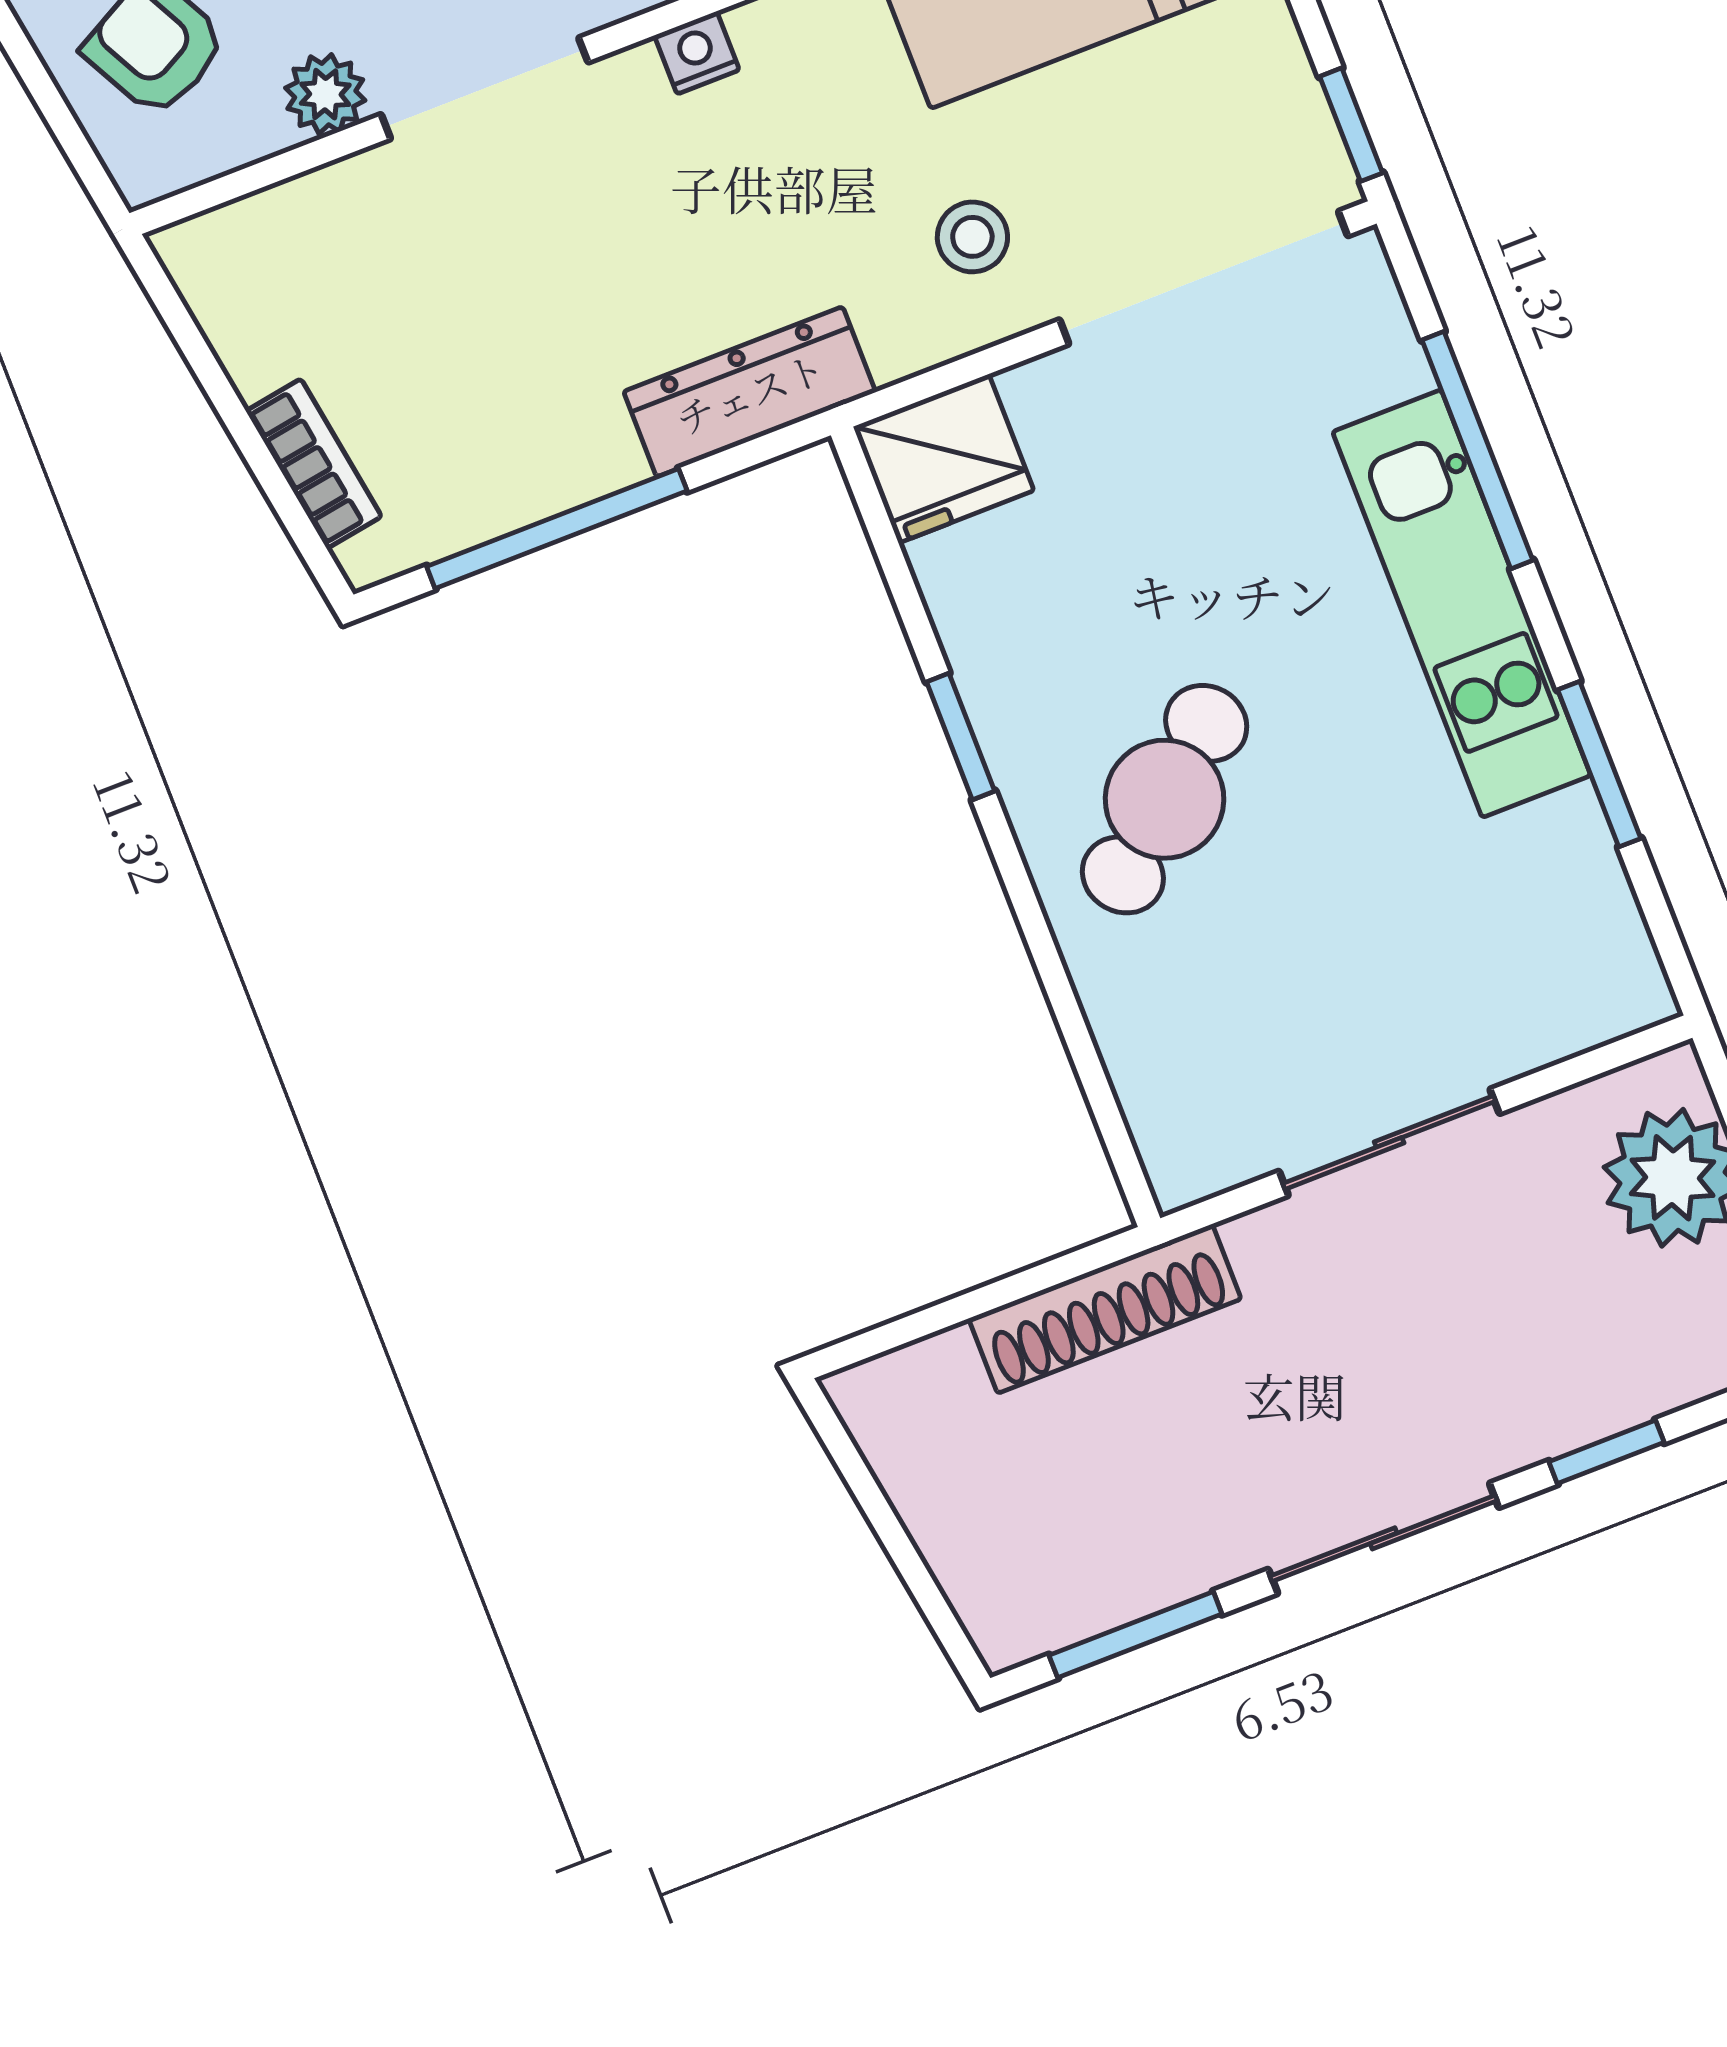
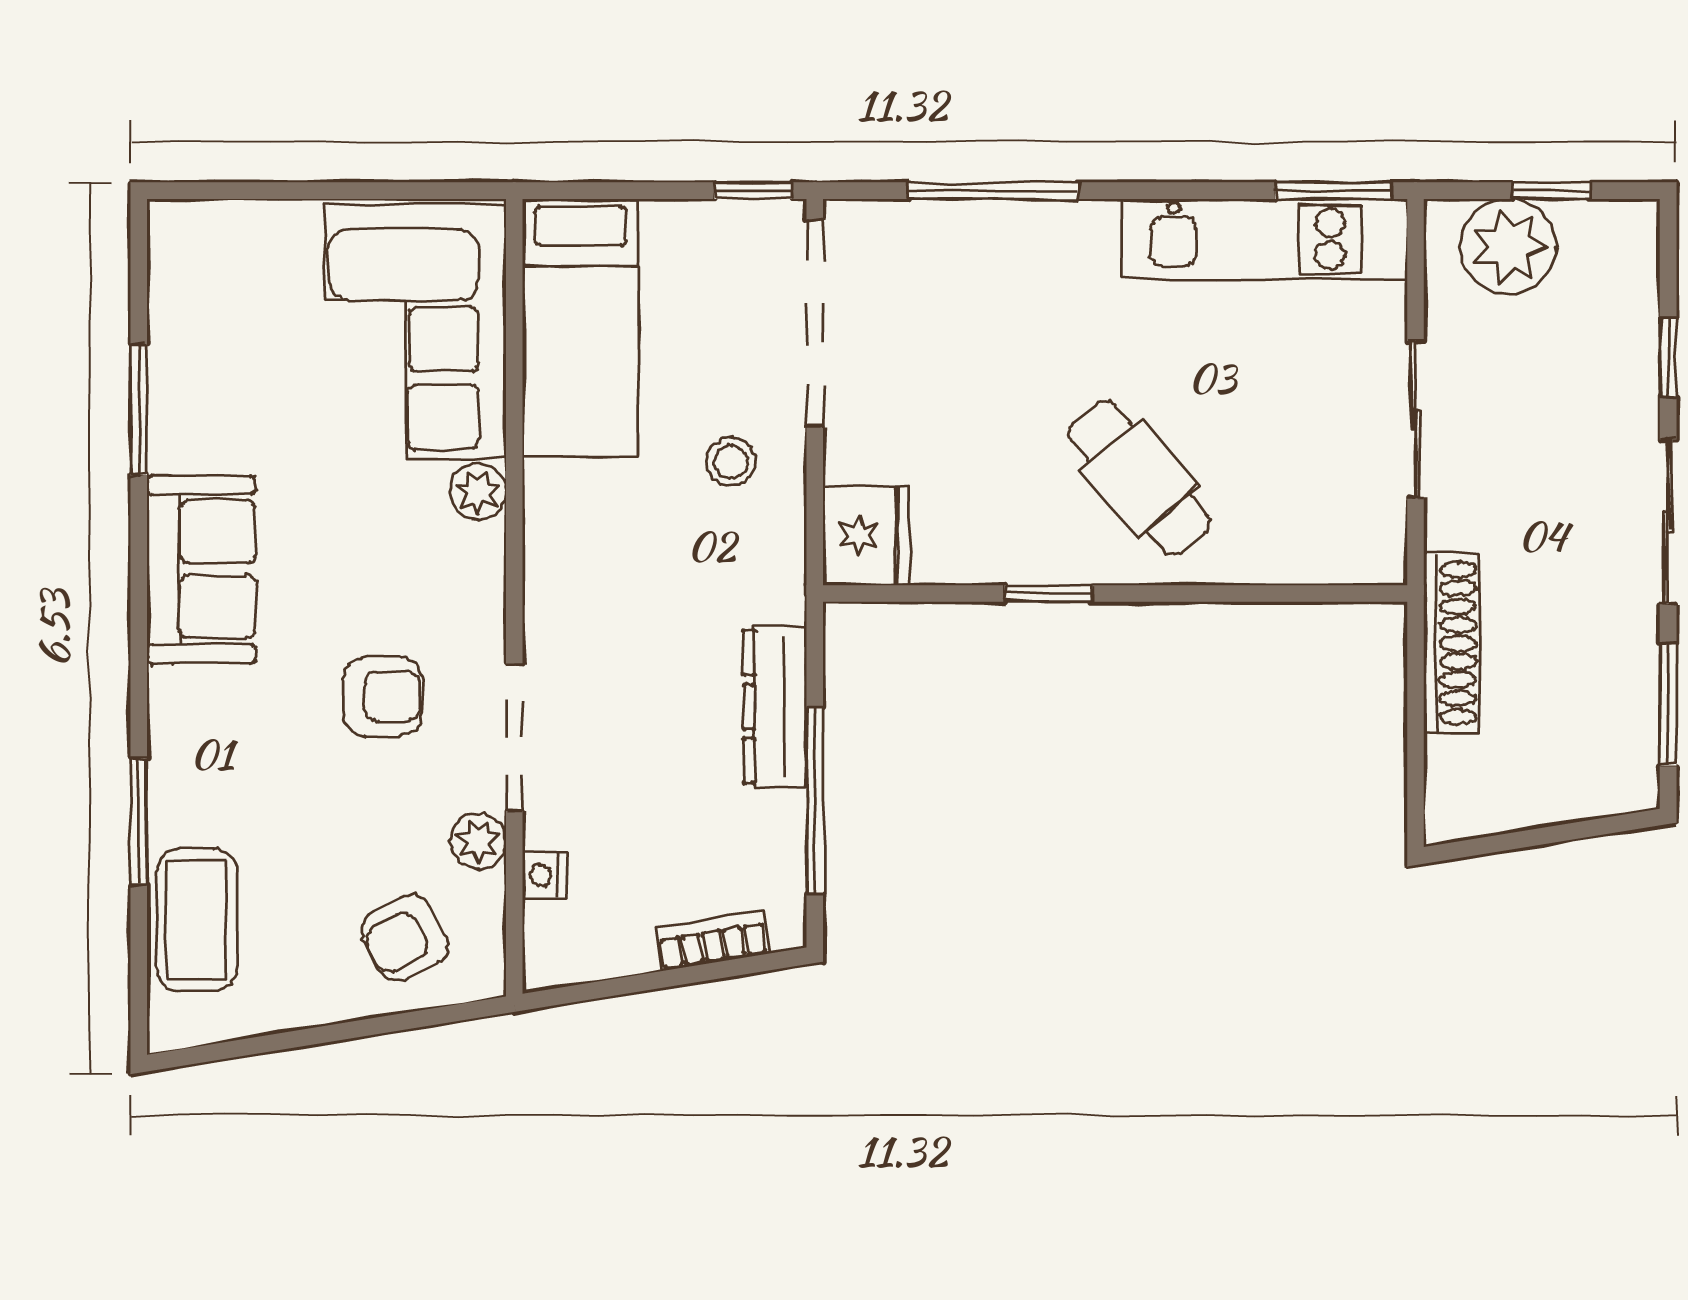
nightstand: (697, 53) -> (544, 875), moved
dresser: (750, 392) -> (775, 707), moved
kitchen unit: (1462, 604) -> (1265, 239), moved
window: (1599, 764) -> (1333, 191), moved

